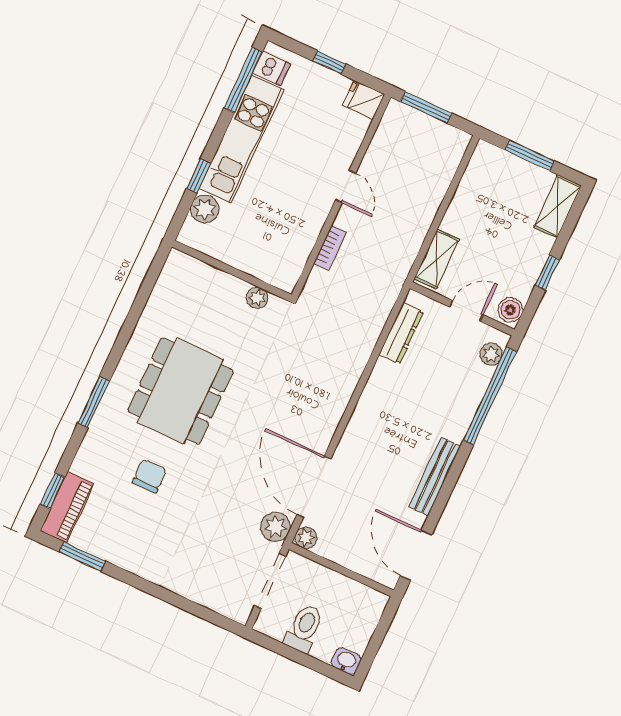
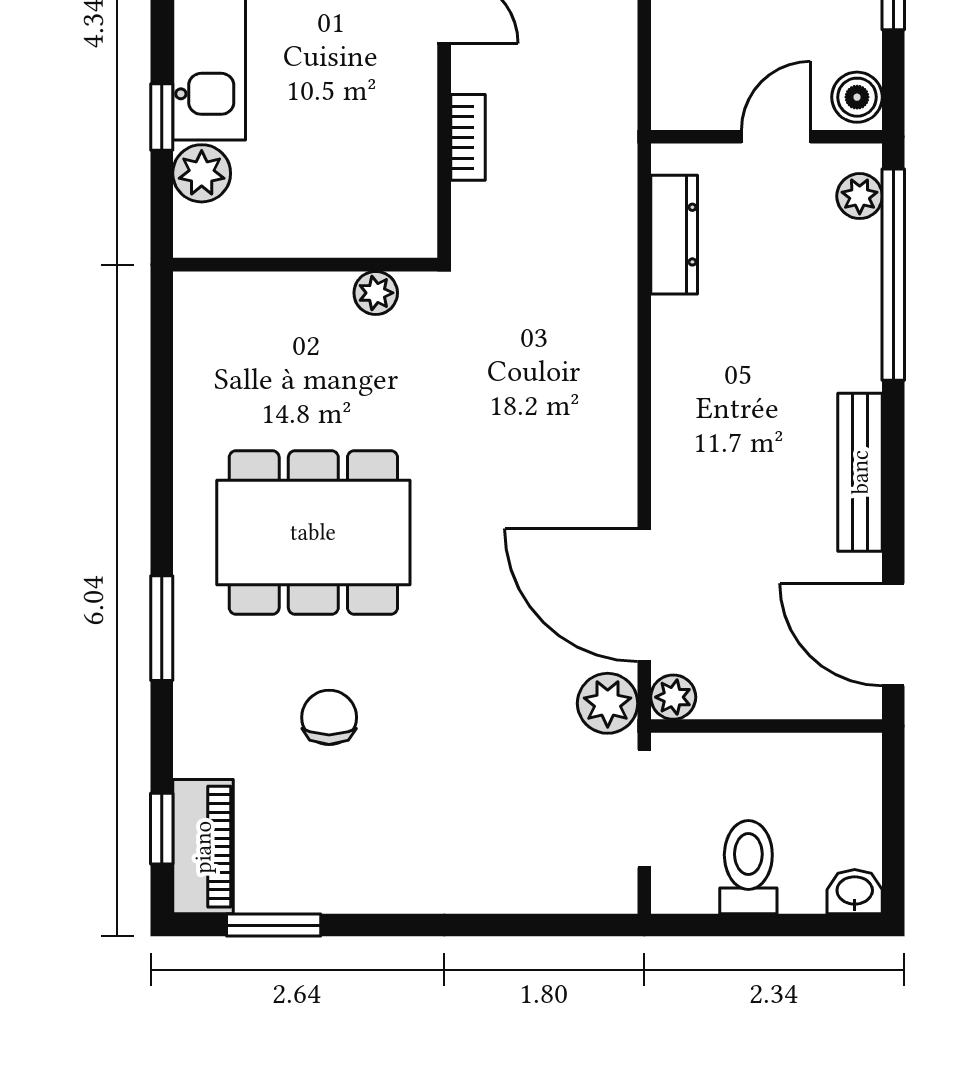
shelving: (437, 259) -> (676, 66), removed
dining table: (180, 391) -> (313, 532), turned 90

